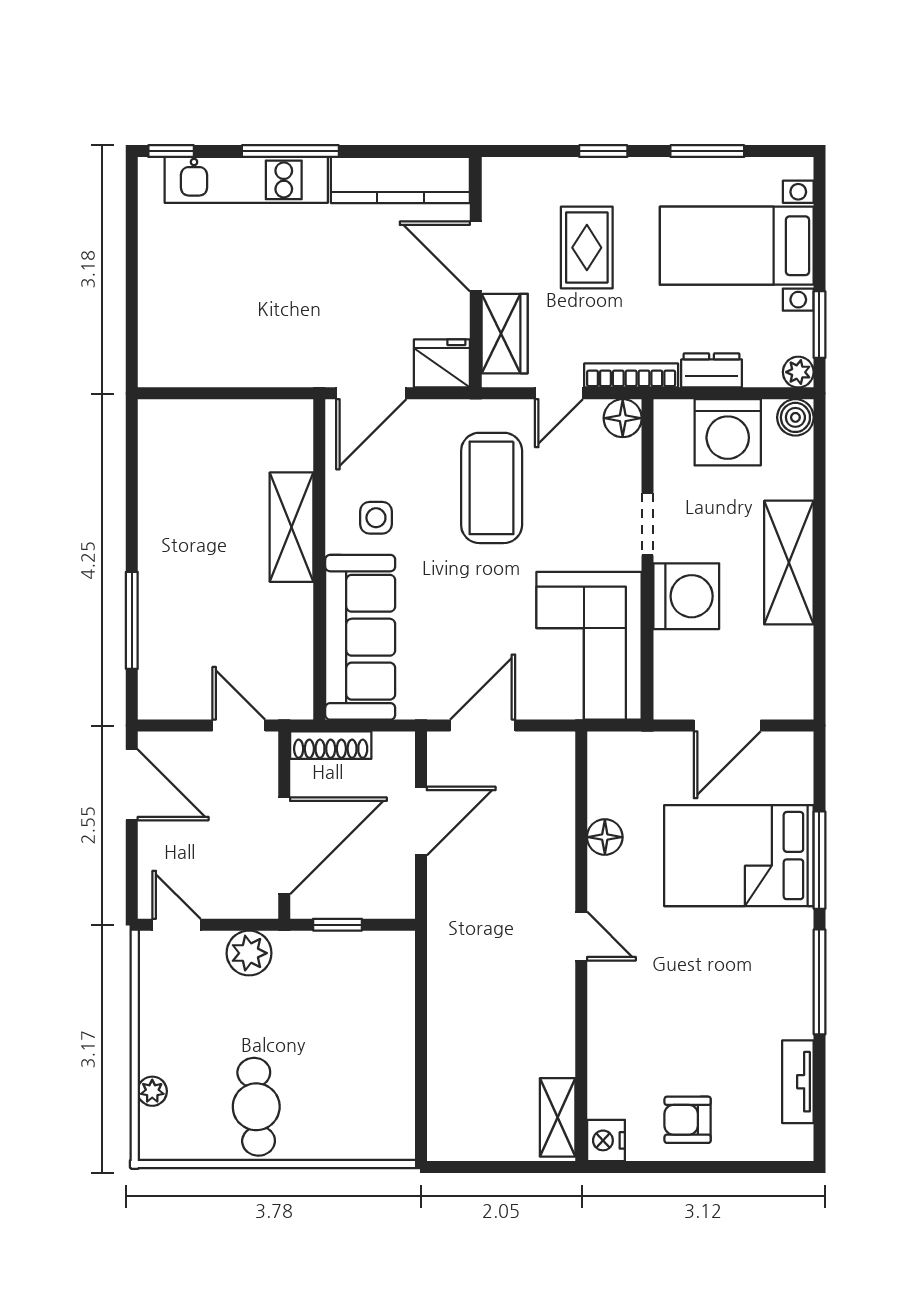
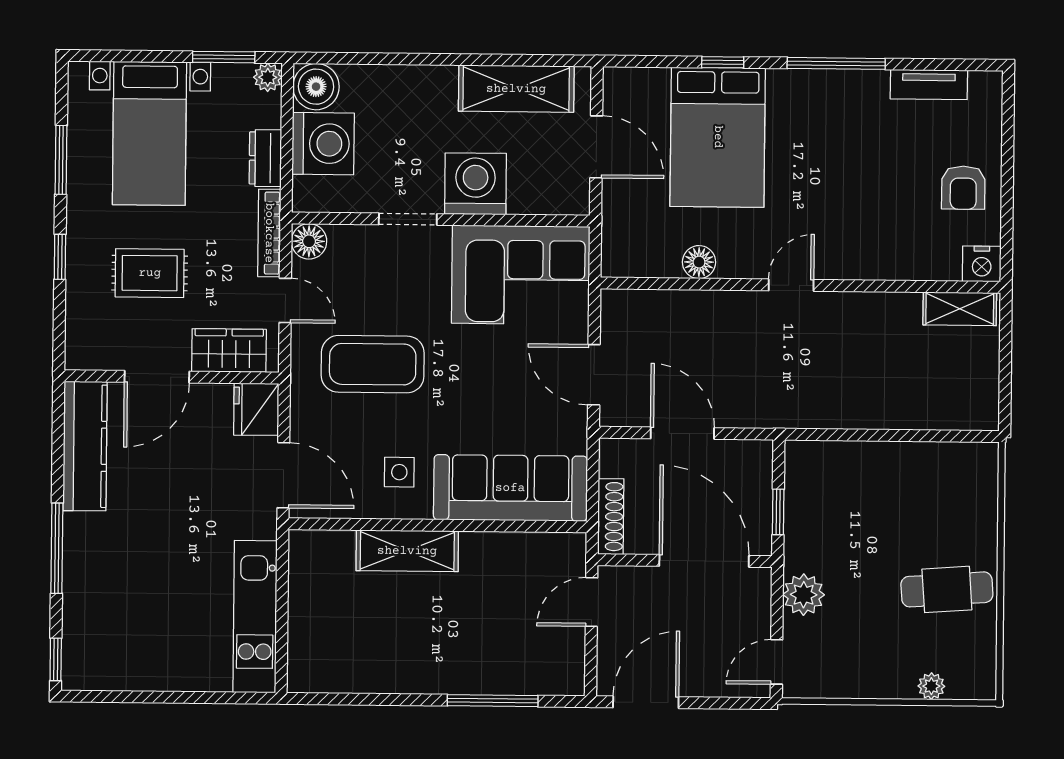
kitchen unit: (246, 180) -> (255, 617), moved, turned 180
boiler: (795, 417) -> (316, 87), width x1.36, depth x1.36
shelving: (789, 563) -> (516, 89), moved
window: (819, 860) -> (723, 62), width x0.46

